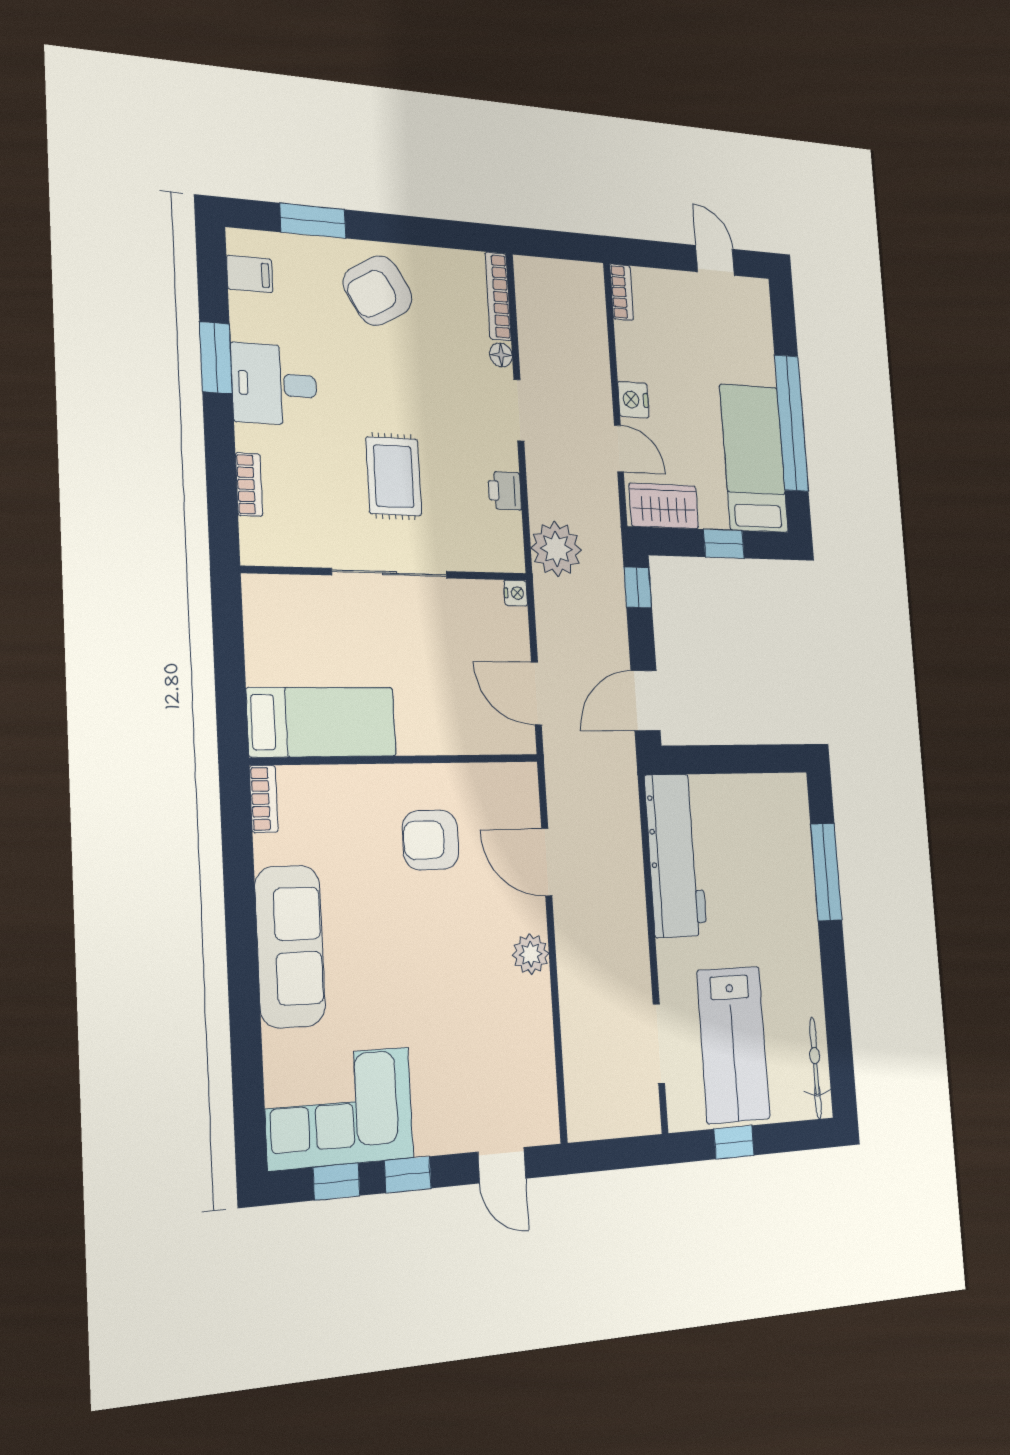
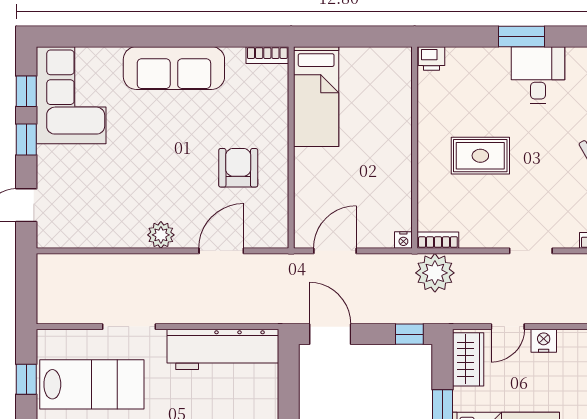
floor lamp: (501, 355) -> (569, 240), removed
window: (216, 358) -> (522, 36), moved
bookcase: (249, 484) -> (438, 240), moved, turned 180
printer: (505, 491) -> (432, 58), moved, turned 180
sliding door: (390, 573) -> (415, 149), removed
doorway: (659, 1044) -> (129, 327), moved
lab bench: (733, 1045) -> (92, 384), turned 180

